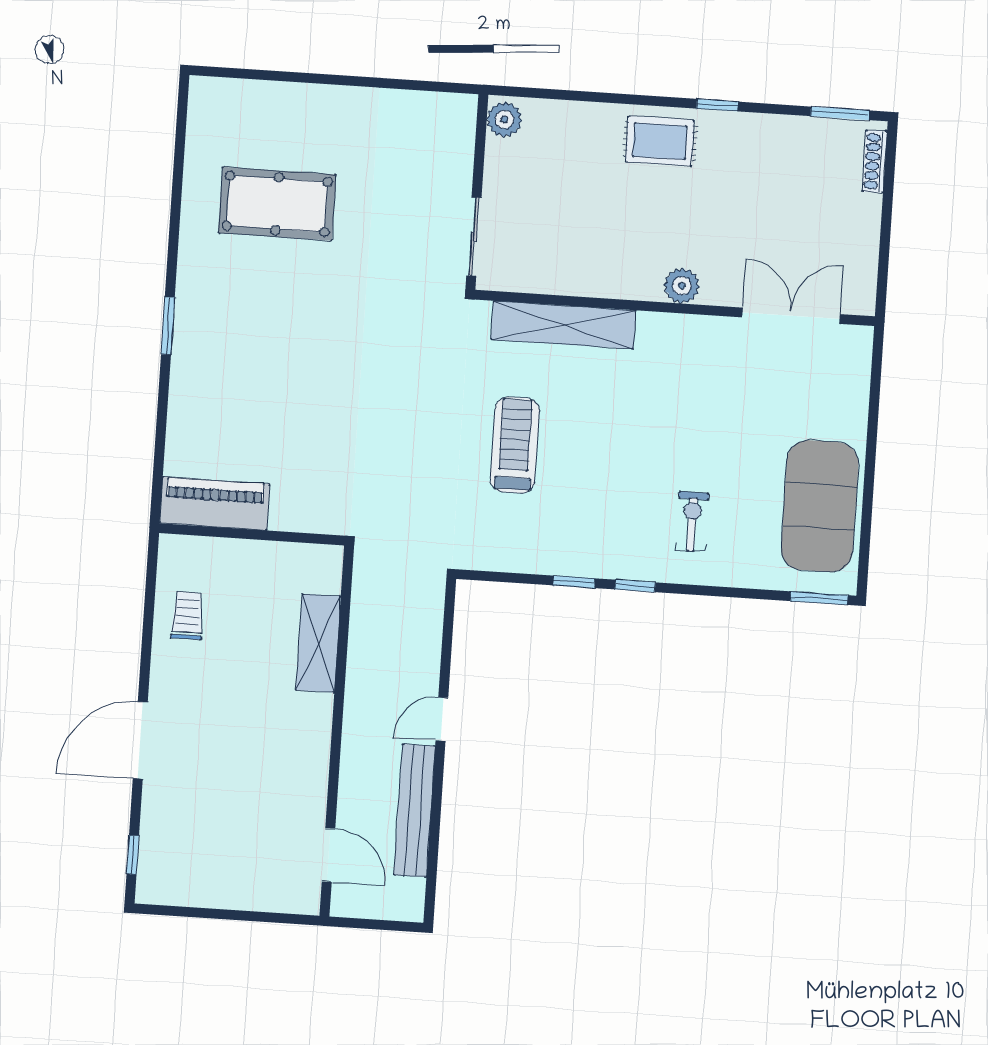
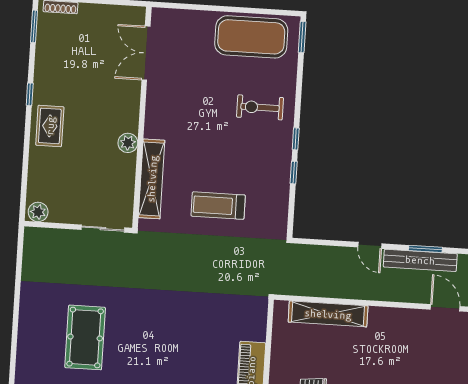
plant: (682, 286) -> (128, 143), moved
exercise bike: (692, 522) -> (260, 107), width x1.38, depth x1.39
shelving: (318, 643) -> (328, 314), width x1.47
window: (435, 820) -> (425, 249), added
door: (328, 855) -> (445, 308), hinge flipped

